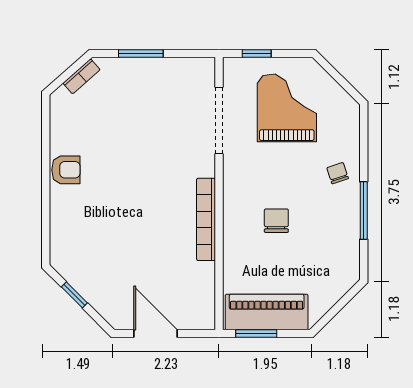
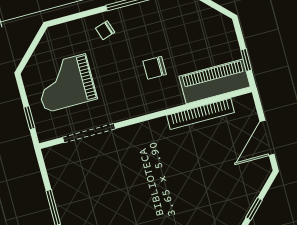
bookcase: (206, 219) -> (200, 114), moved
piano: (267, 312) -> (215, 81), moved, turned 90
window: (256, 334) -> (246, 60), width x0.67

